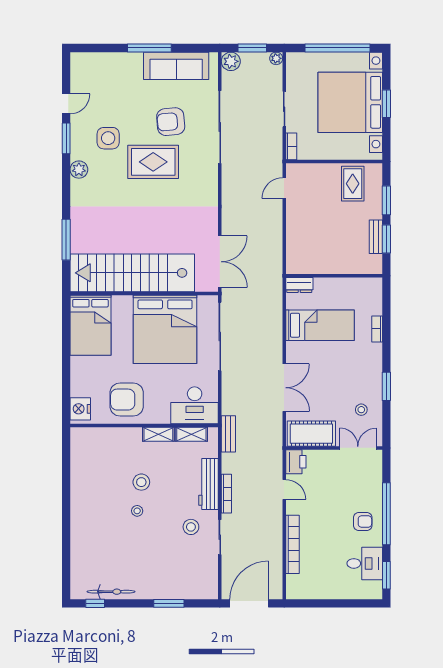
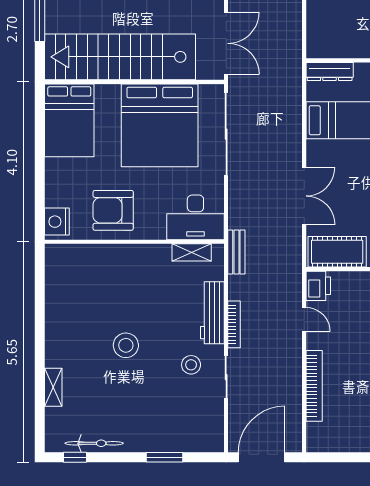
dresser: (299, 285) -> (330, 71), width x1.44
shelving: (158, 434) -> (53, 387), moved, turned 90
stool: (141, 482) -> (131, 310), removed
stool: (137, 511) -> (126, 345), width x1.89, depth x1.89

